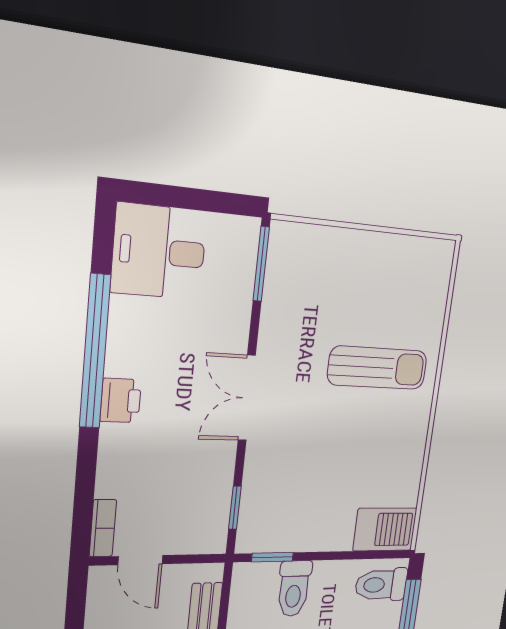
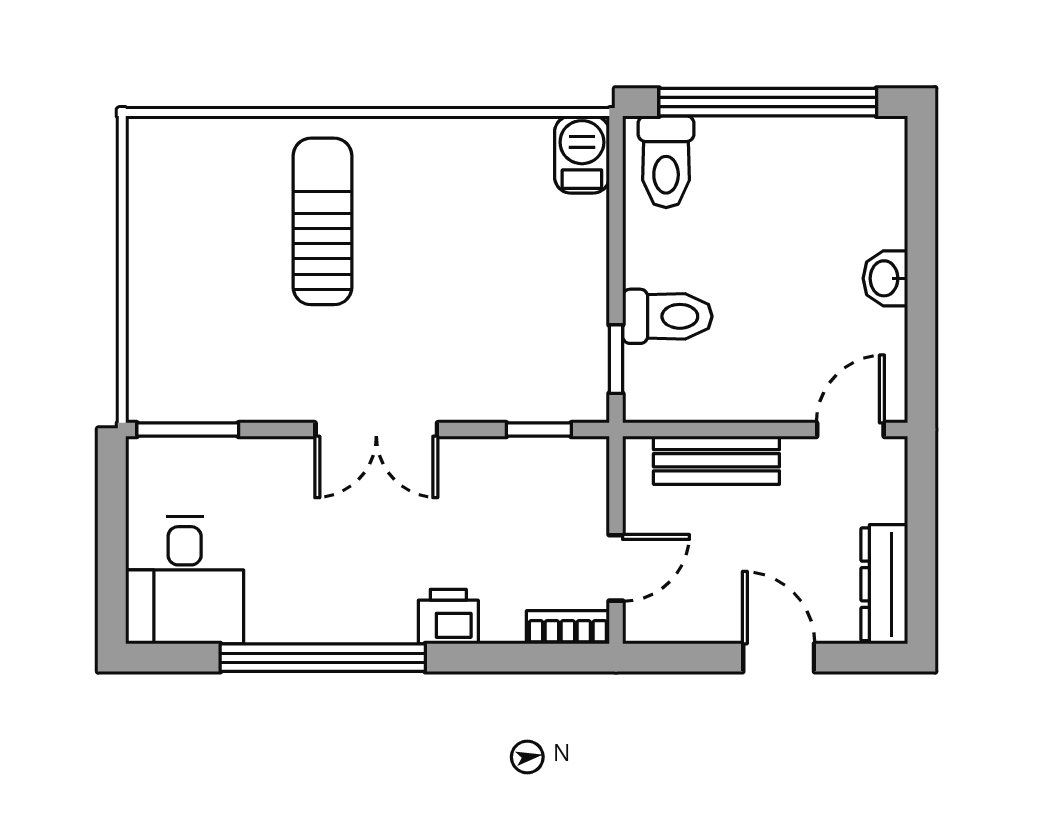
printer: (121, 401) -> (448, 617), moved
barbecue: (385, 529) -> (582, 154), width x0.73, depth x0.79

